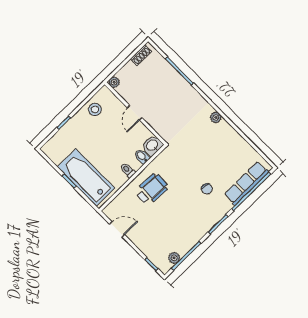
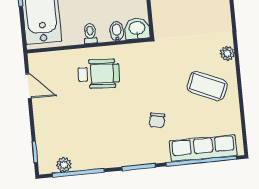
coffee table: (220, 146) -> (207, 86), added

